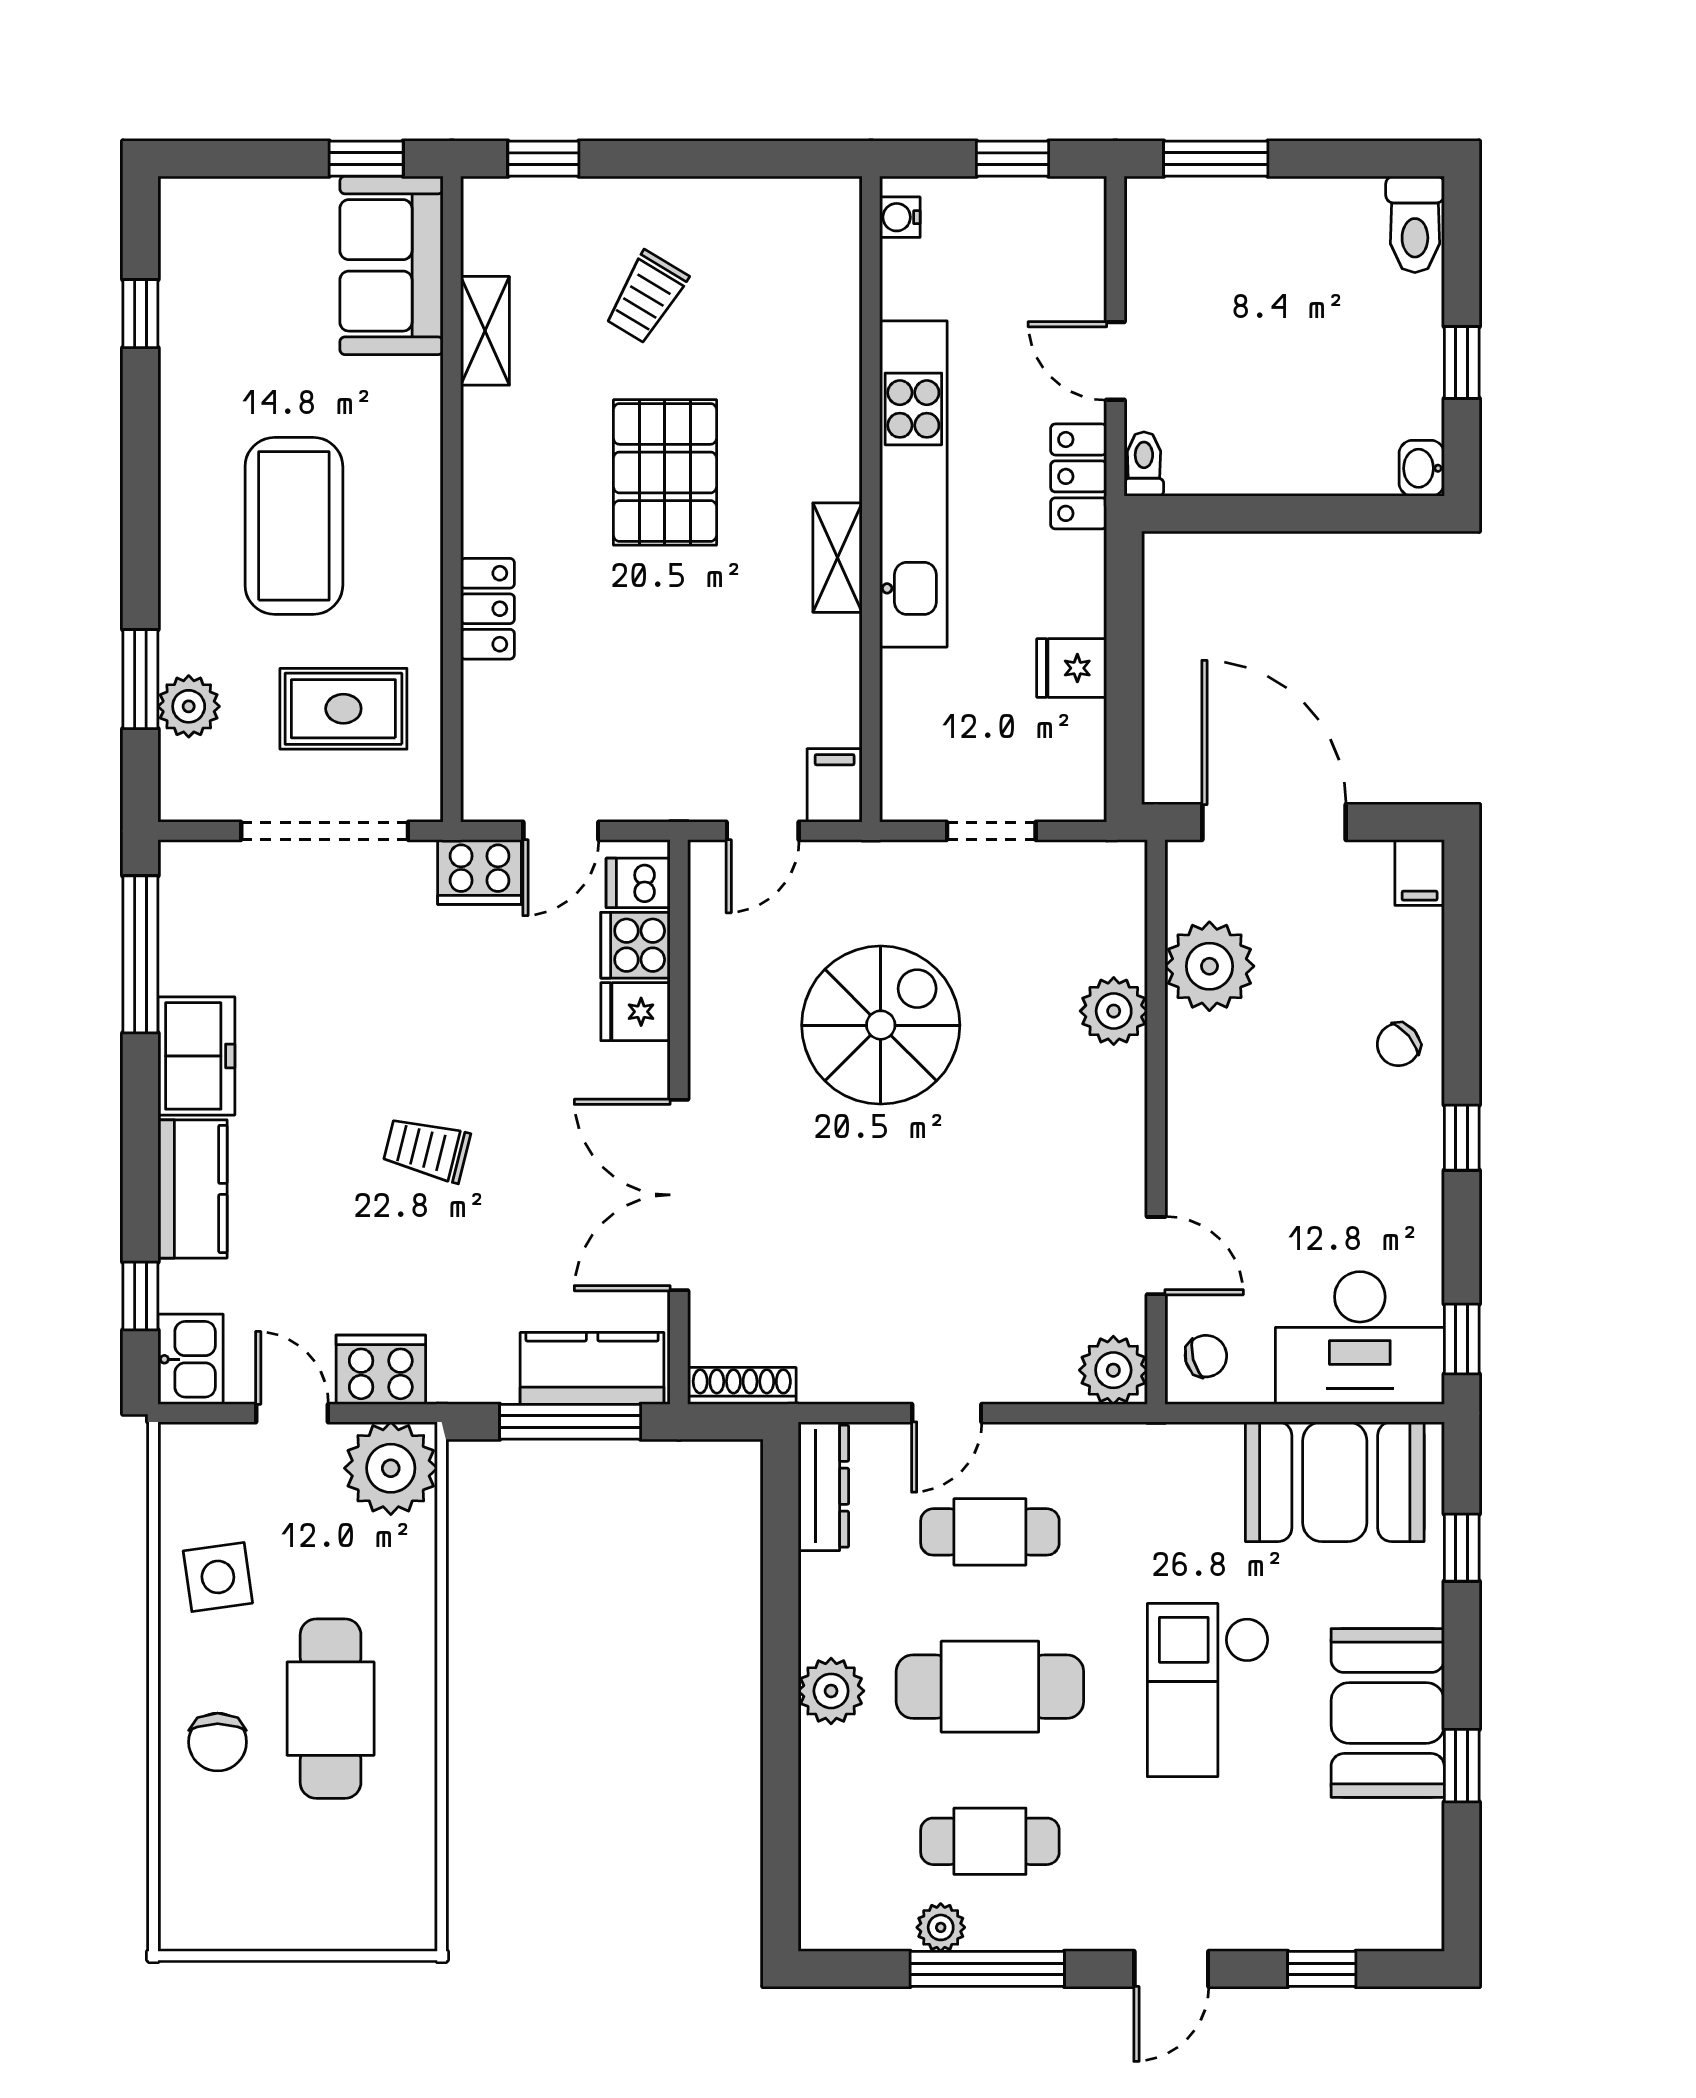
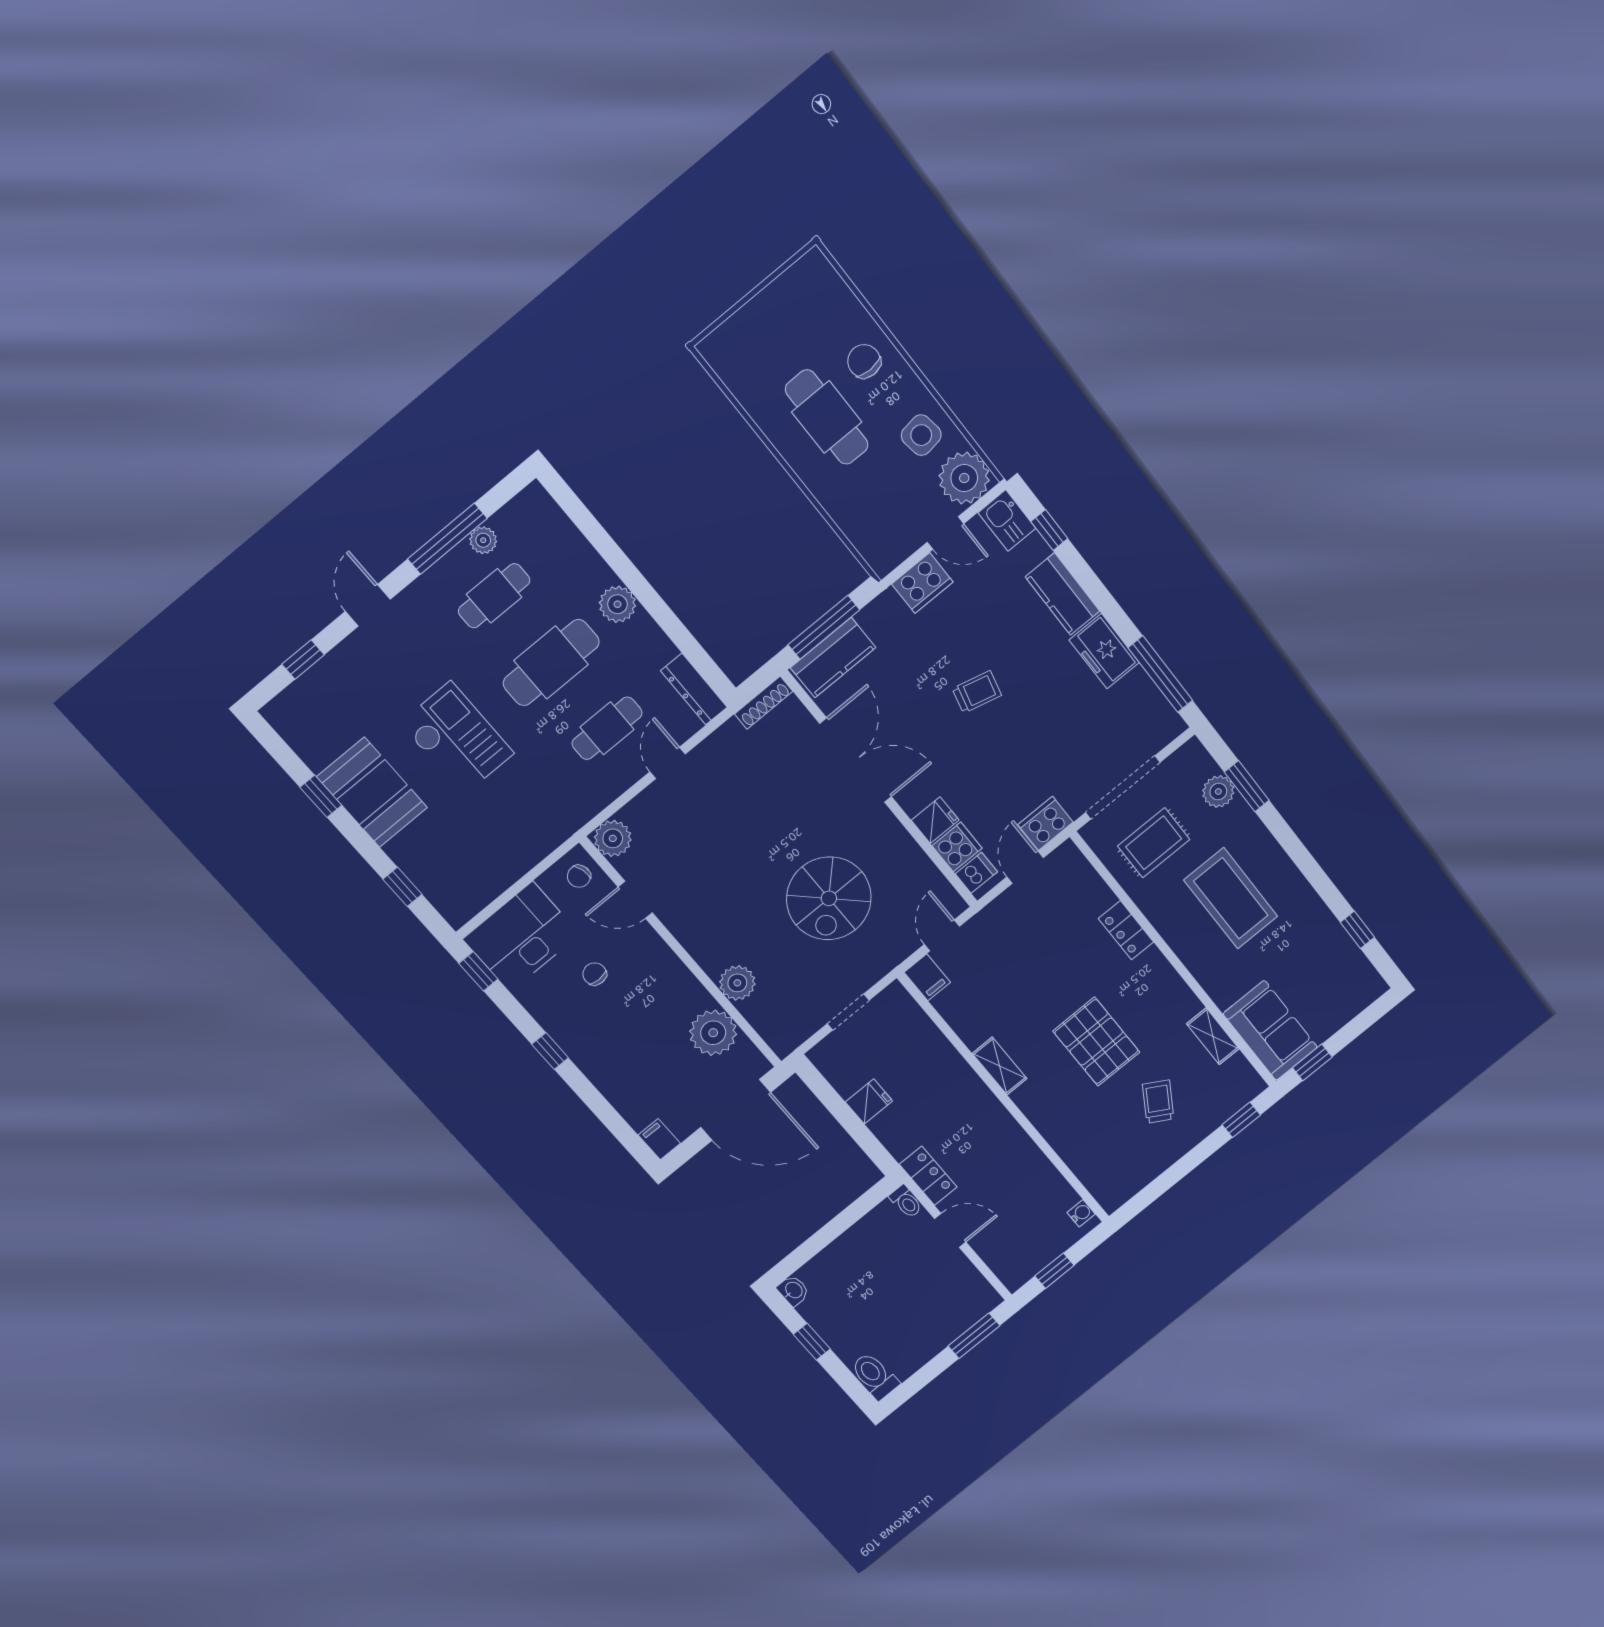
kitchen unit: (913, 484) -> (992, 1119), removed
chair: (1398, 1045) -> (595, 974), moved, turned -50
plant: (391, 1468) -> (964, 478), moved
booth: (1335, 1482) -> (480, 870), removed

